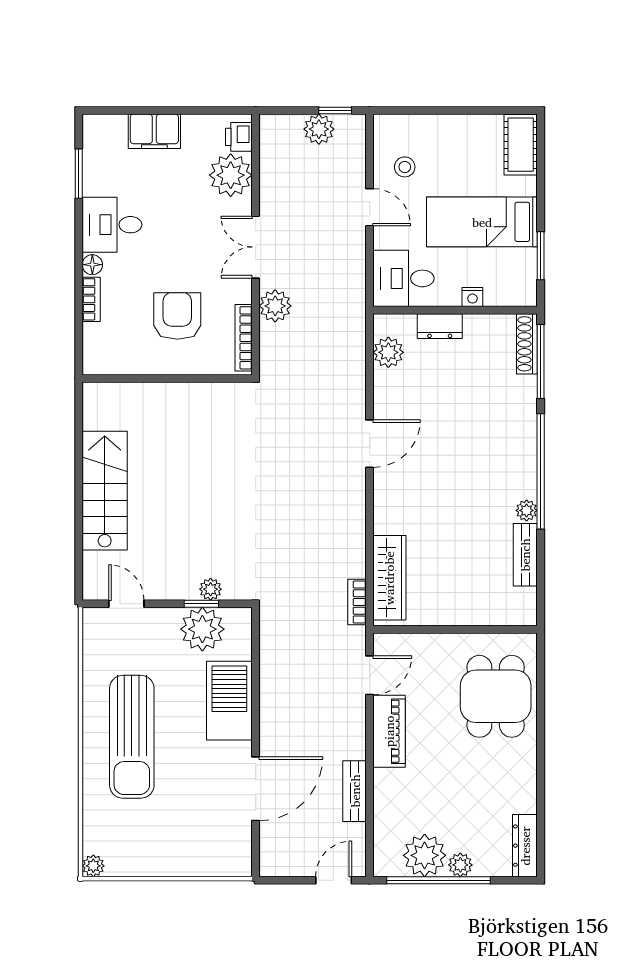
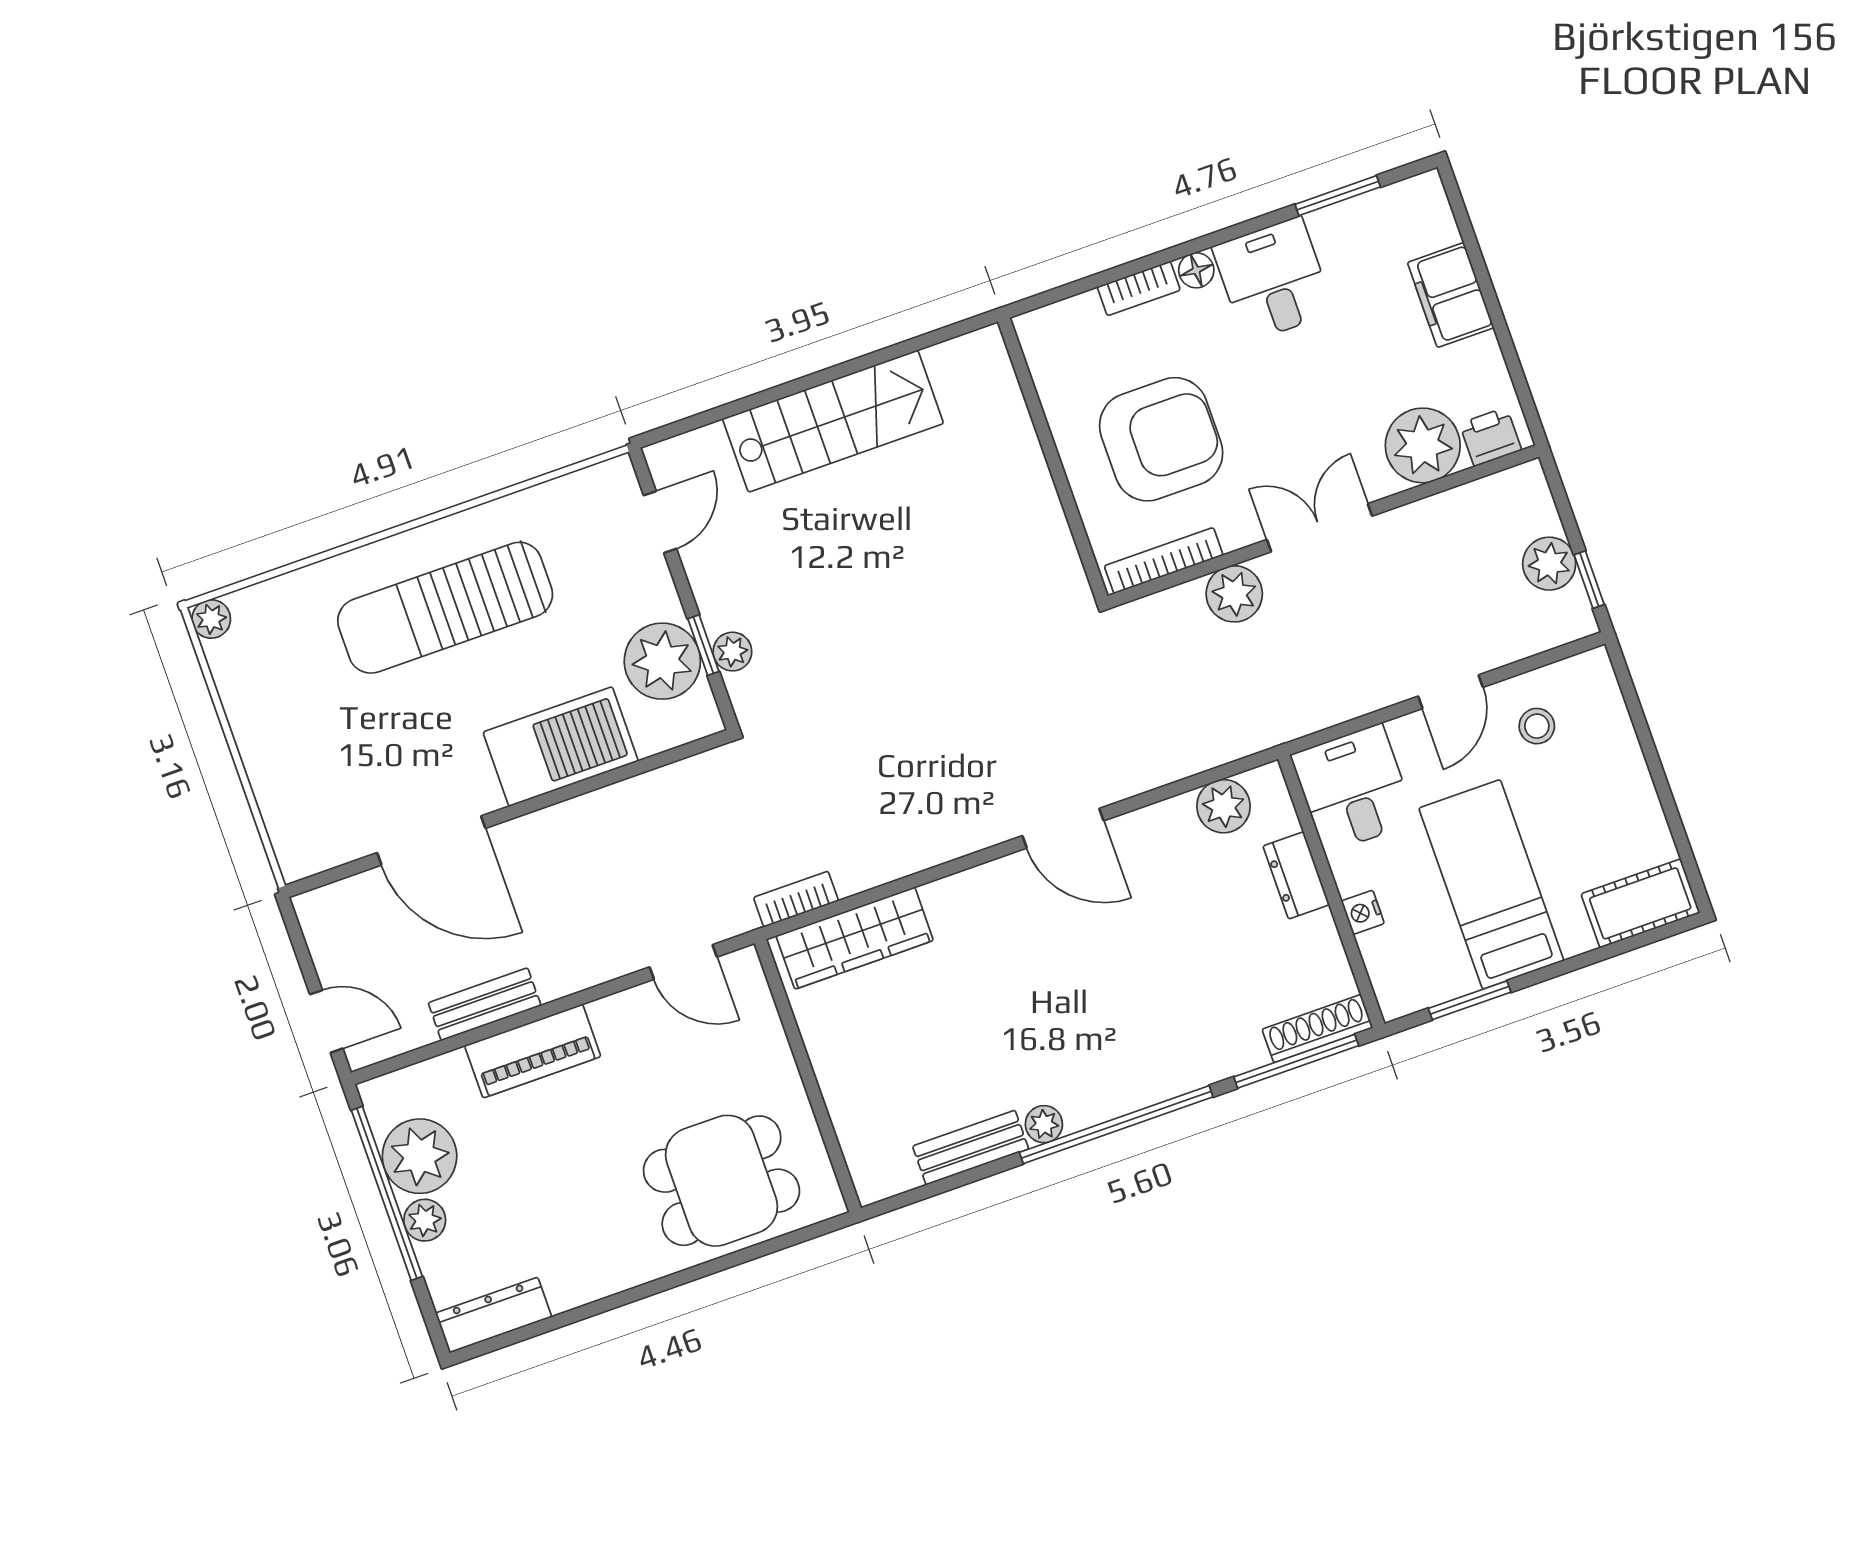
armchair: (177, 316) -> (1161, 439), width x1.36, depth x1.36
piano: (389, 731) -> (533, 1051), moved

